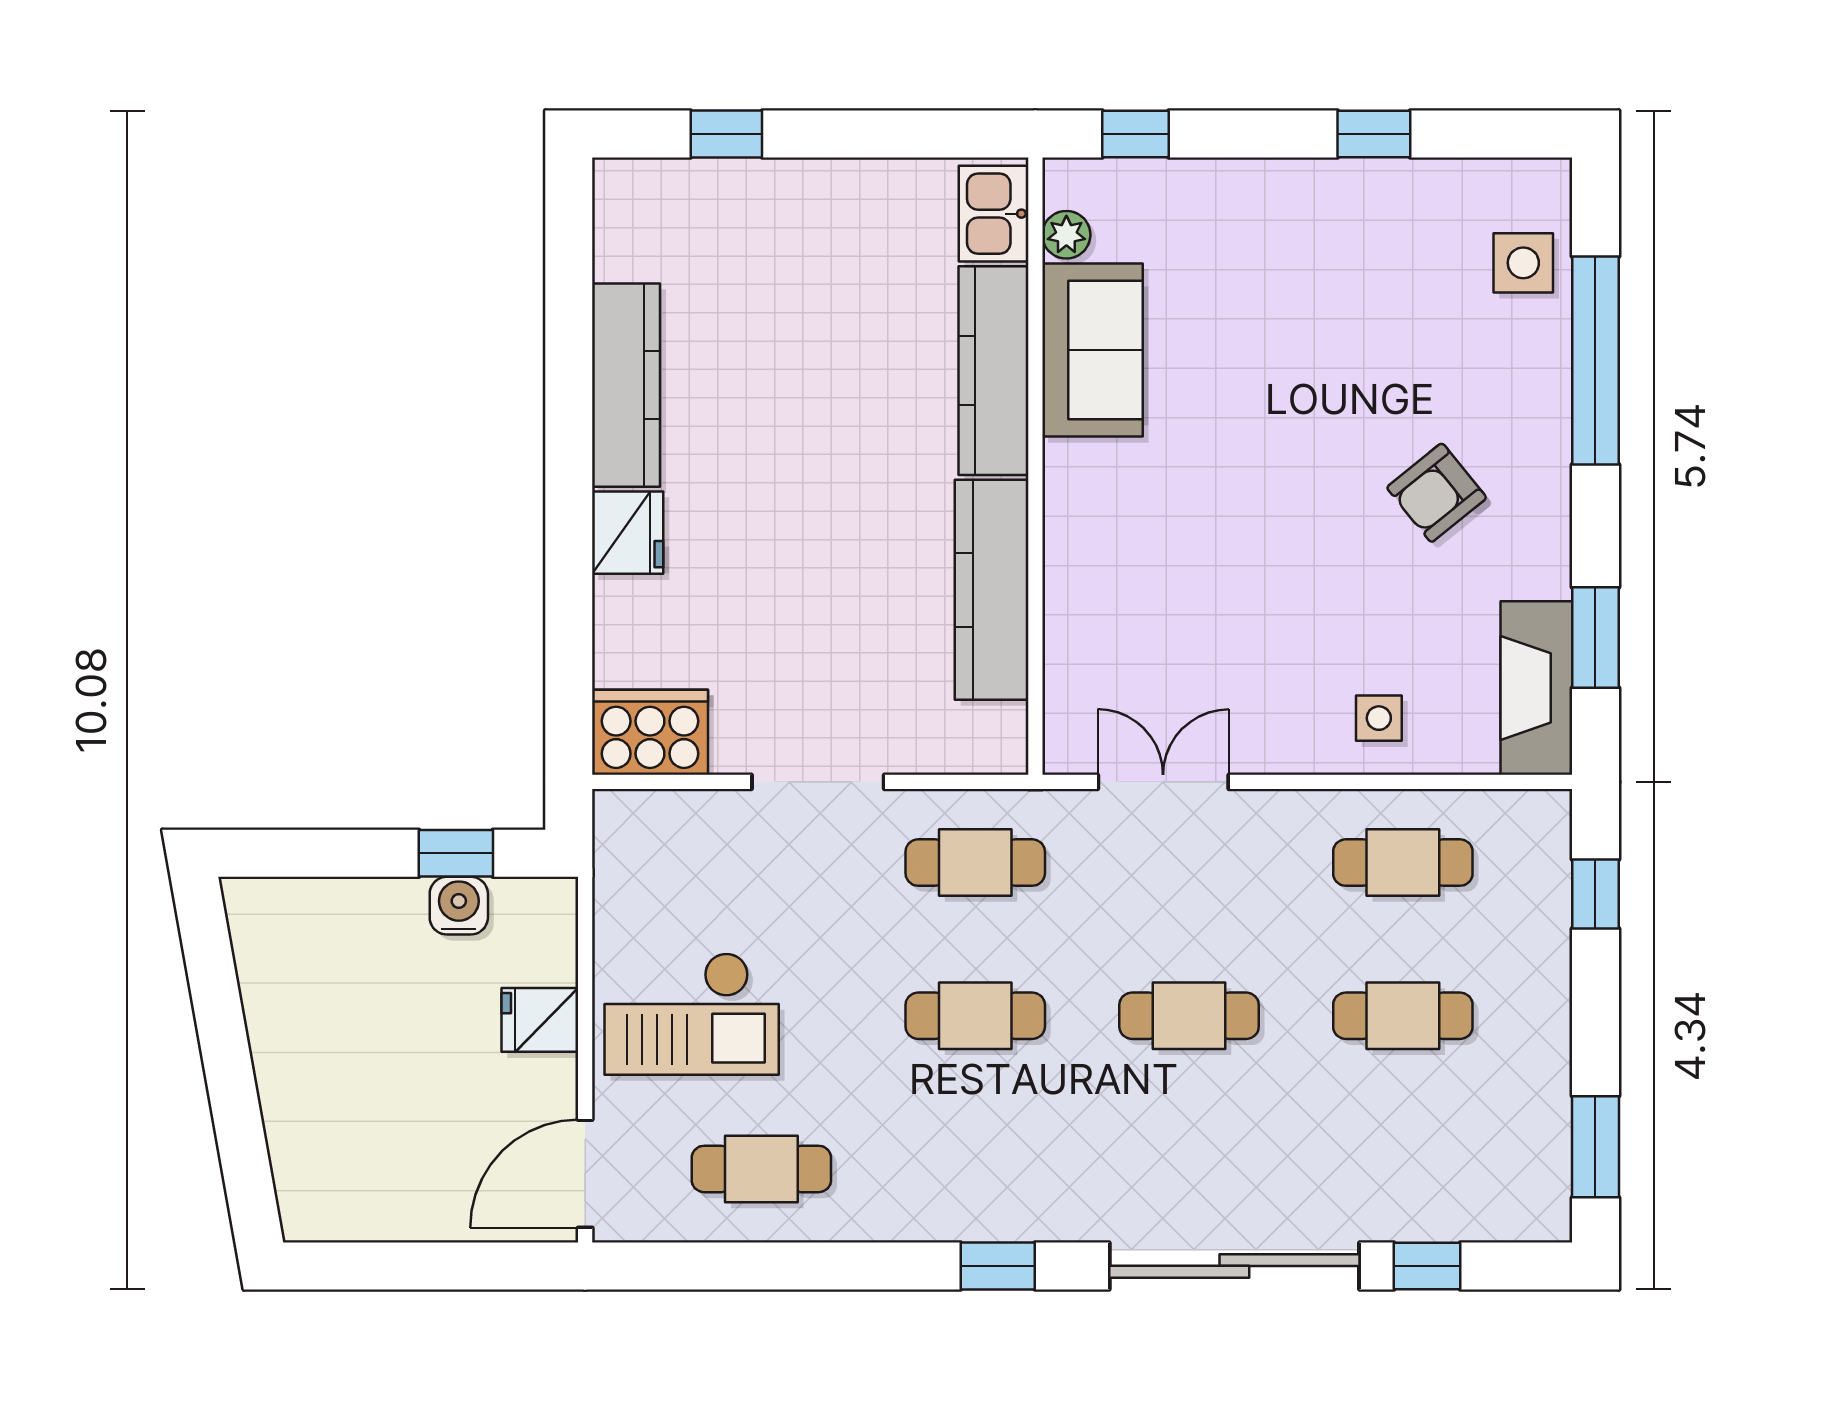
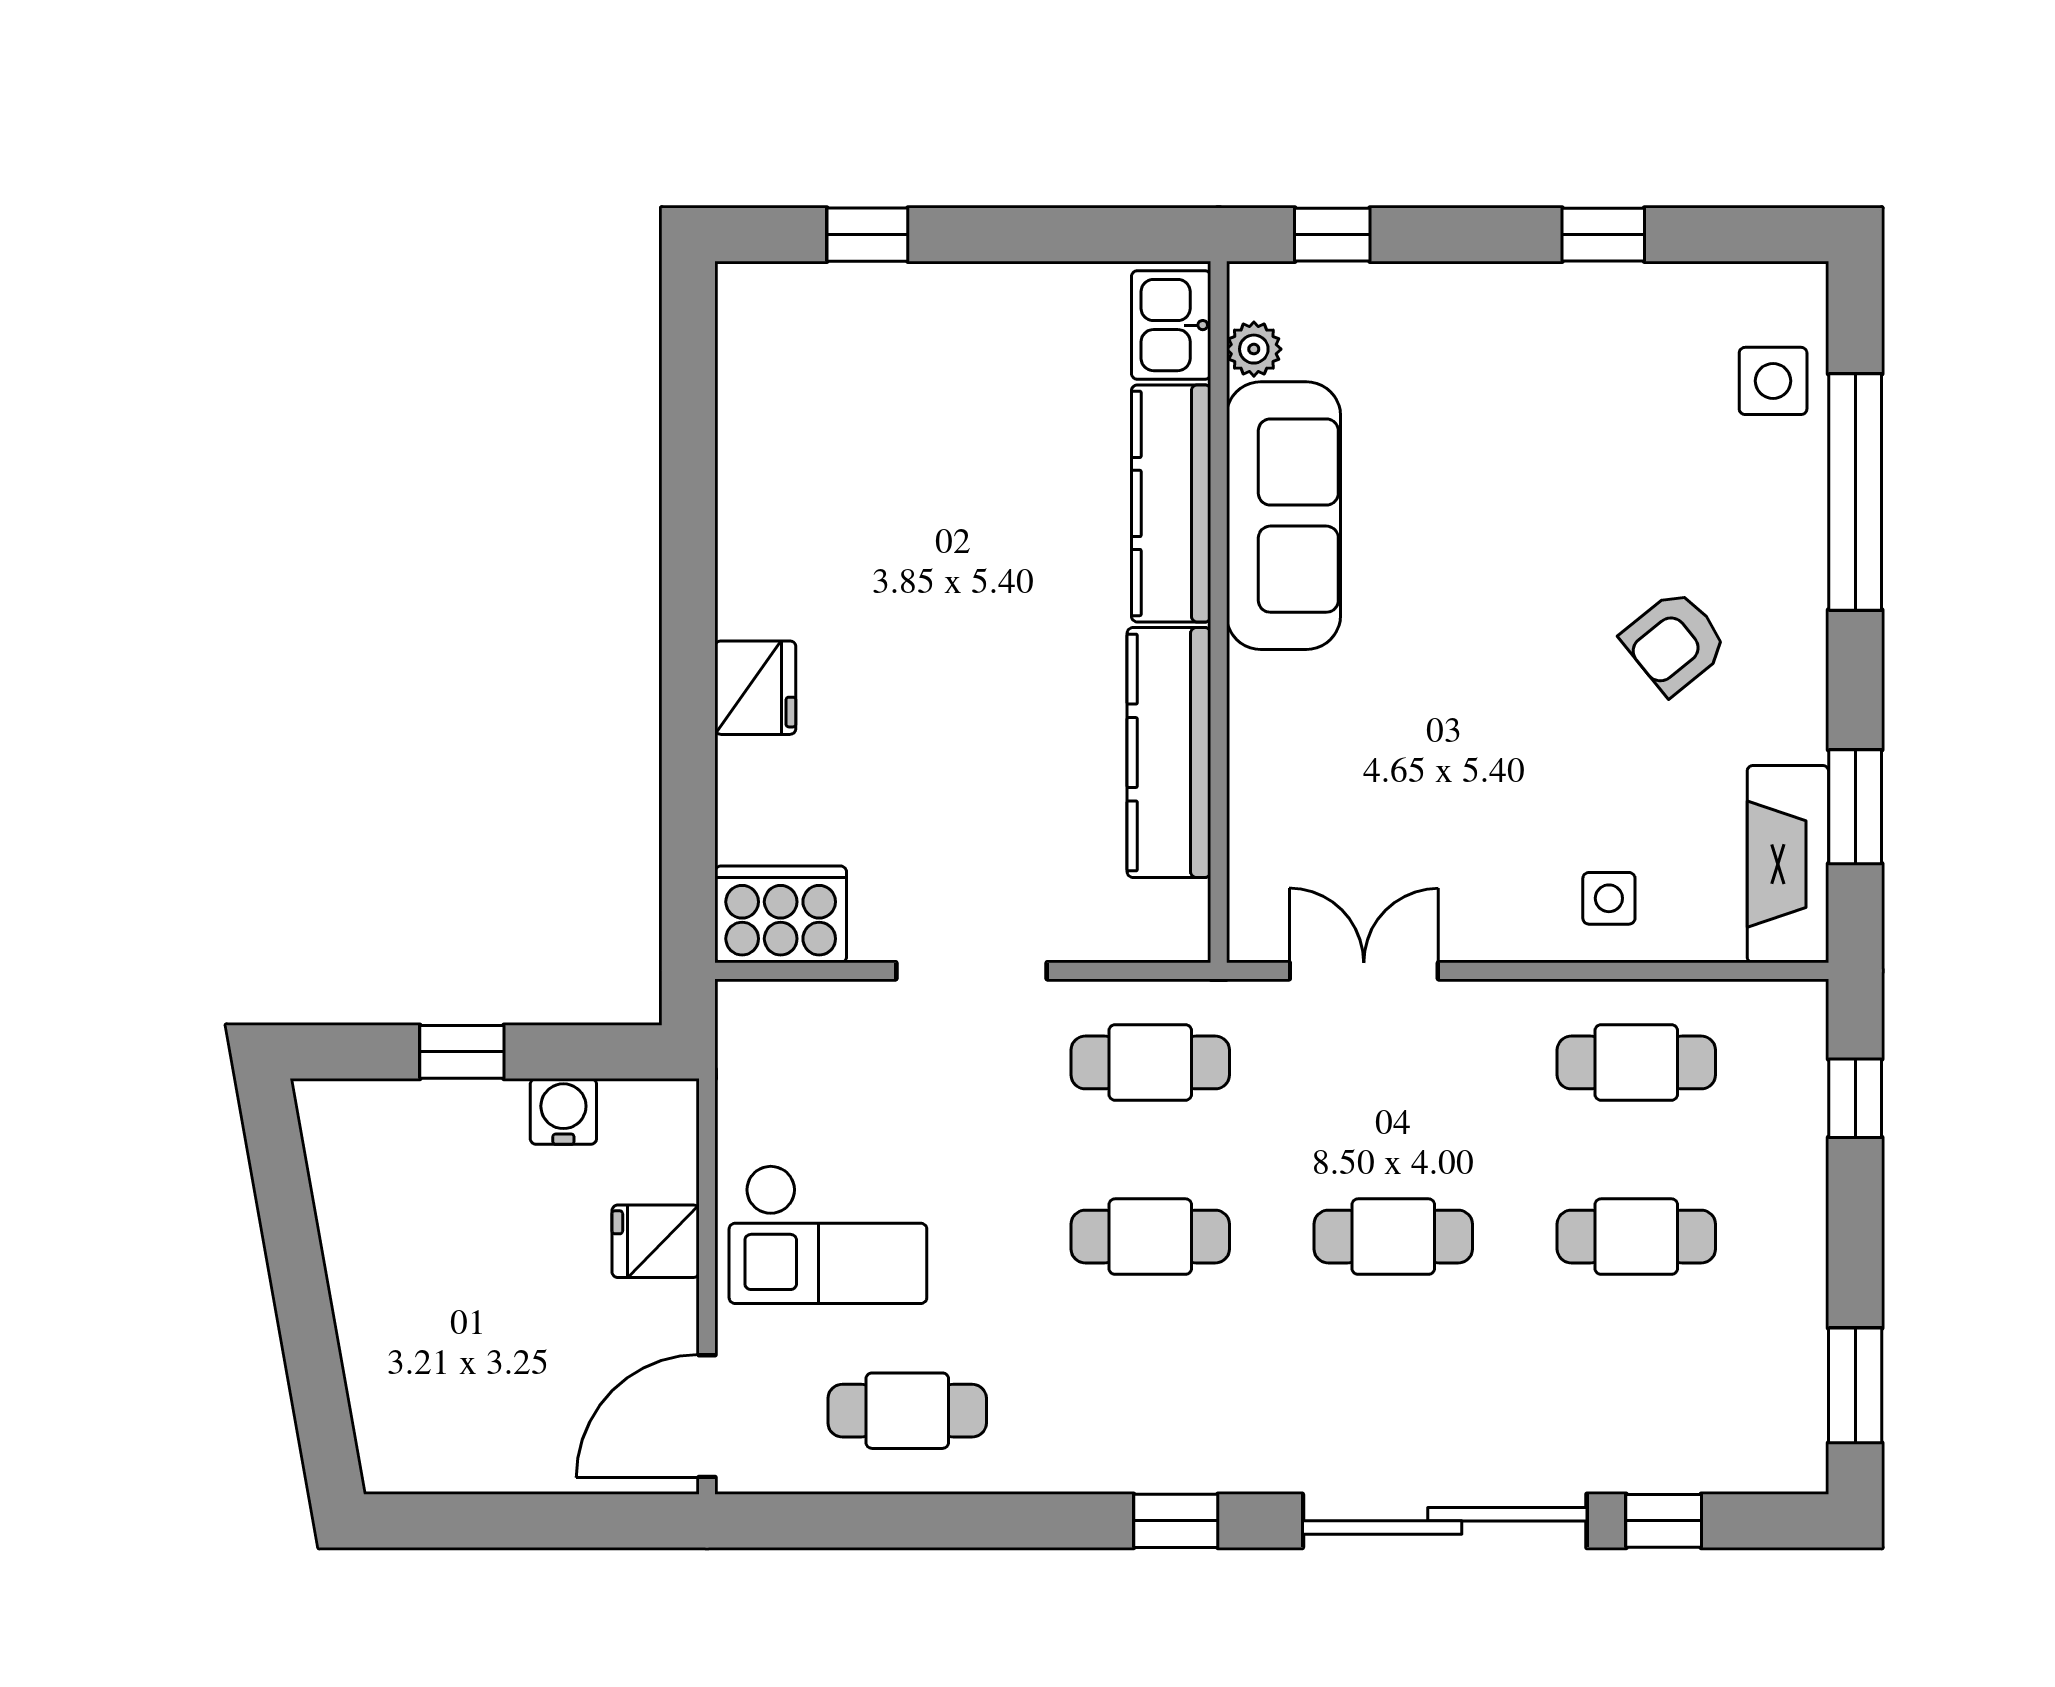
sofa: (1092, 350) -> (1284, 516), width x1.36
kitchen counter: (626, 385) -> (754, 520), removed
window: (456, 853) -> (462, 1052), moved

